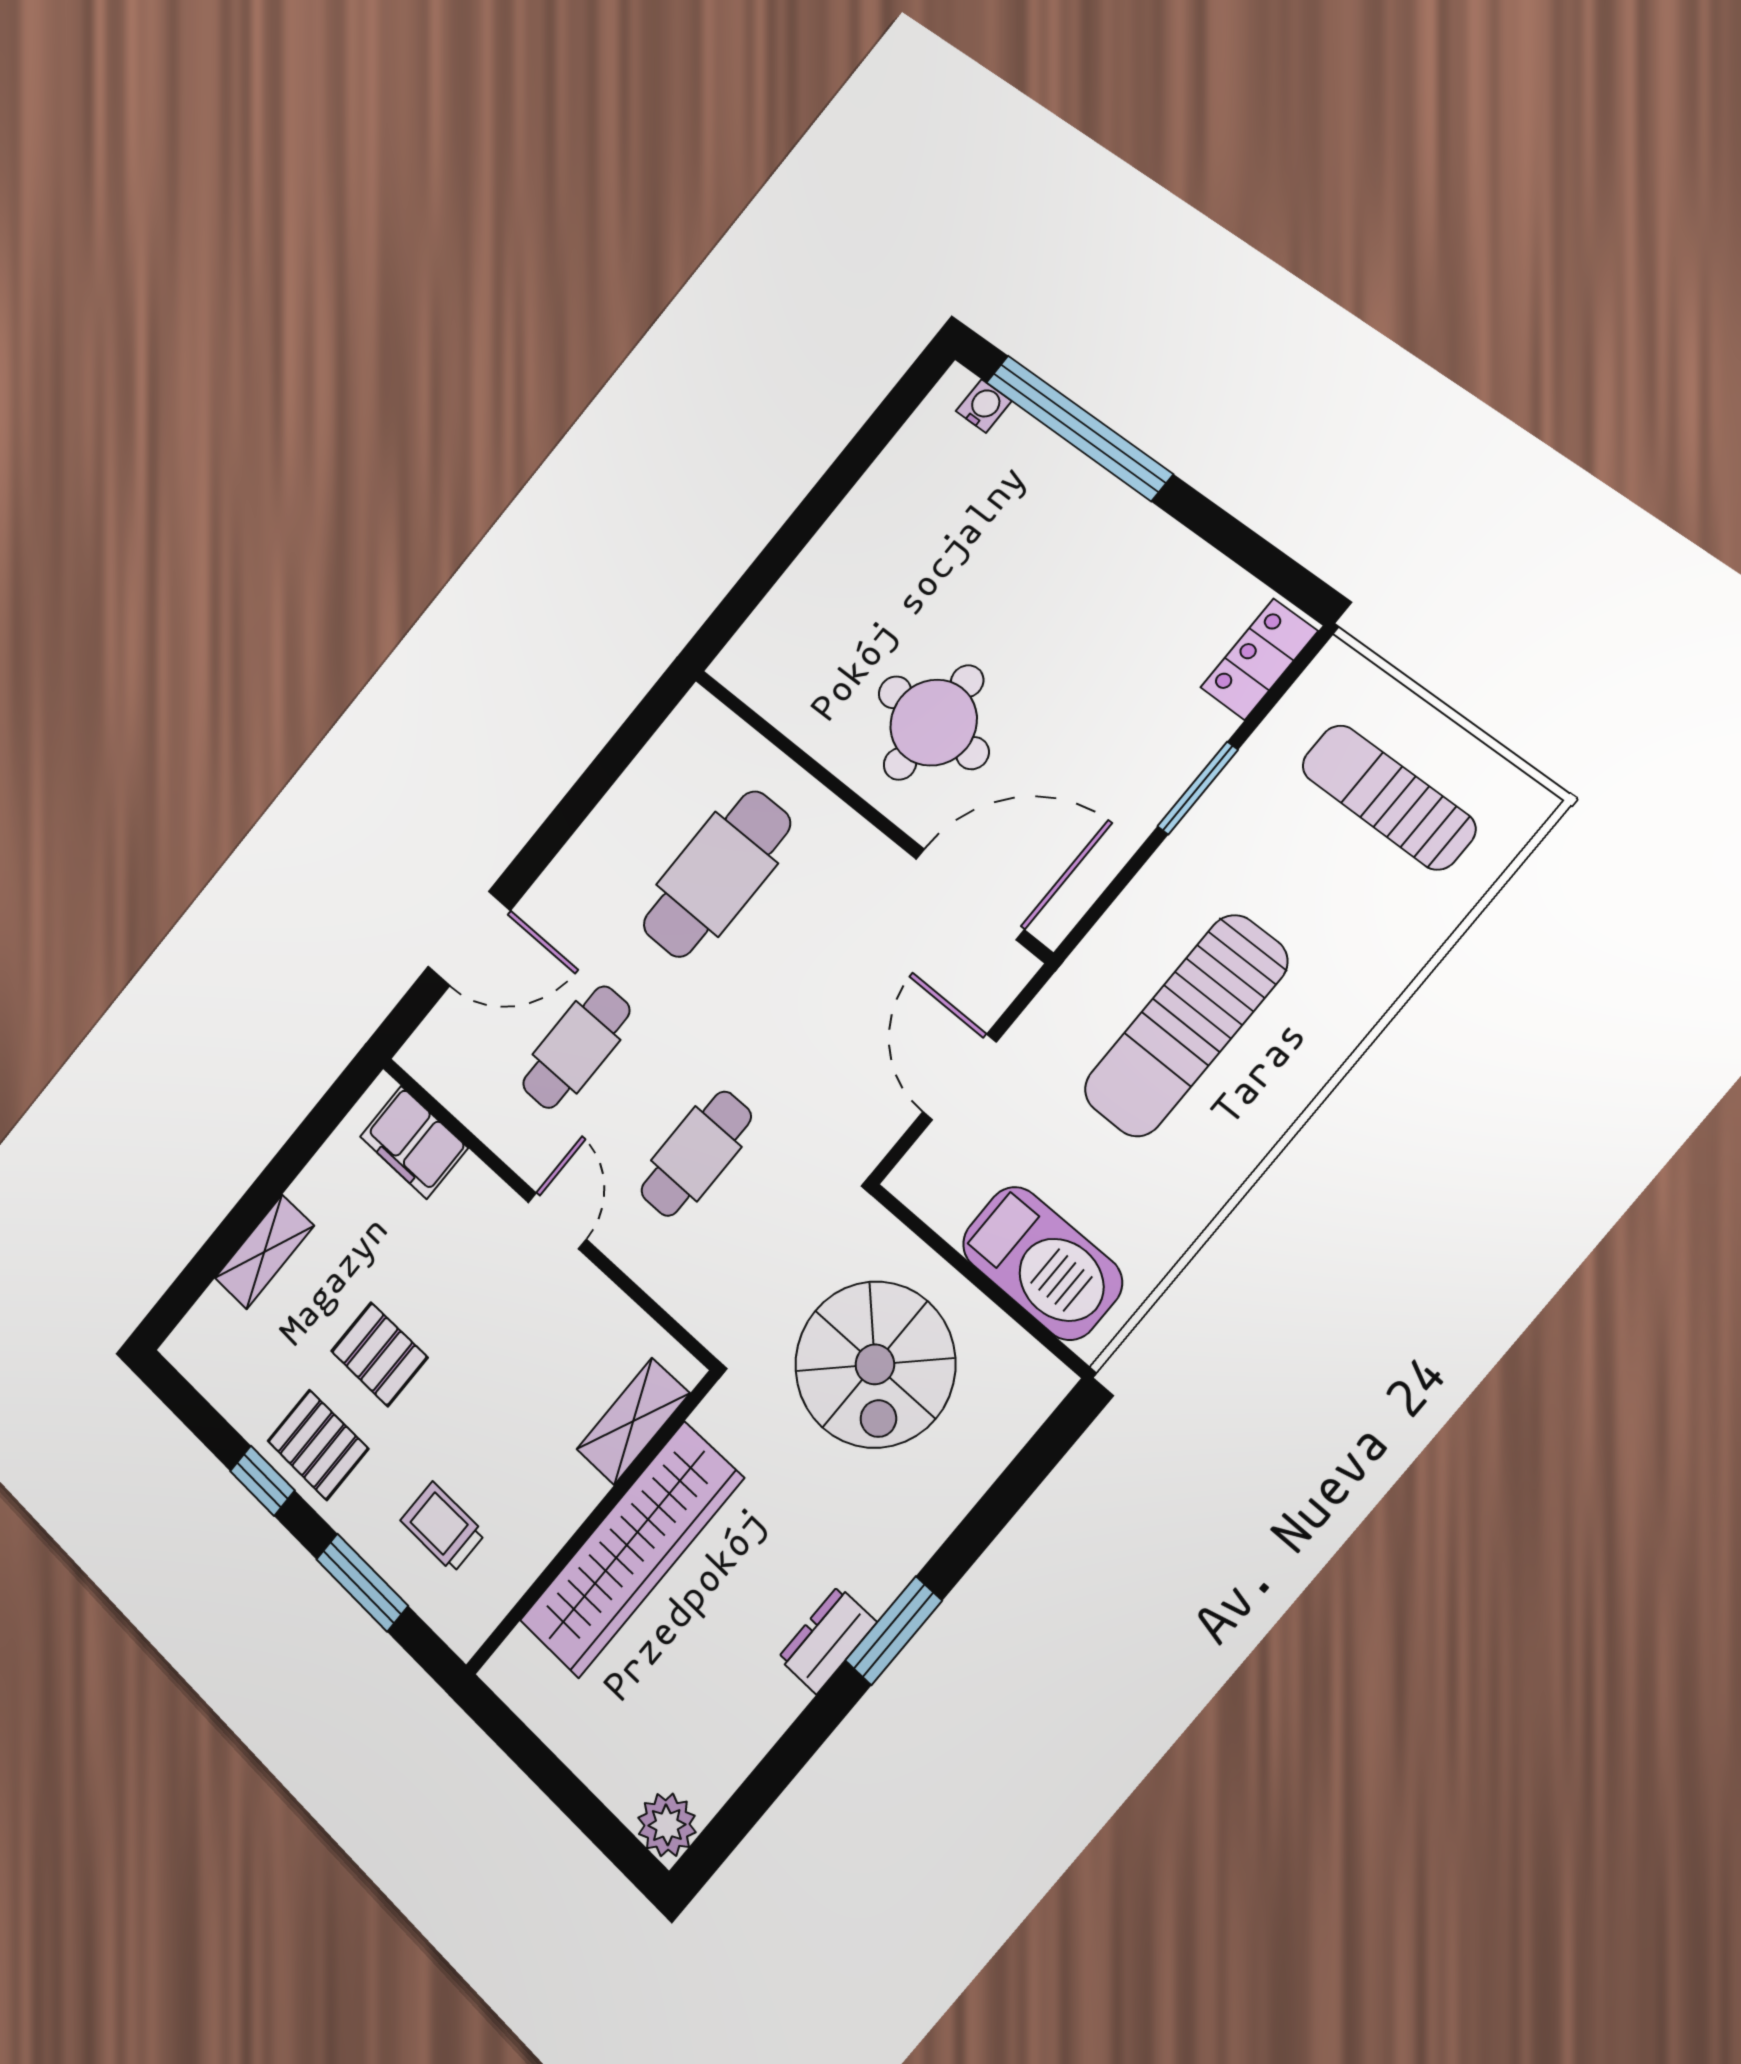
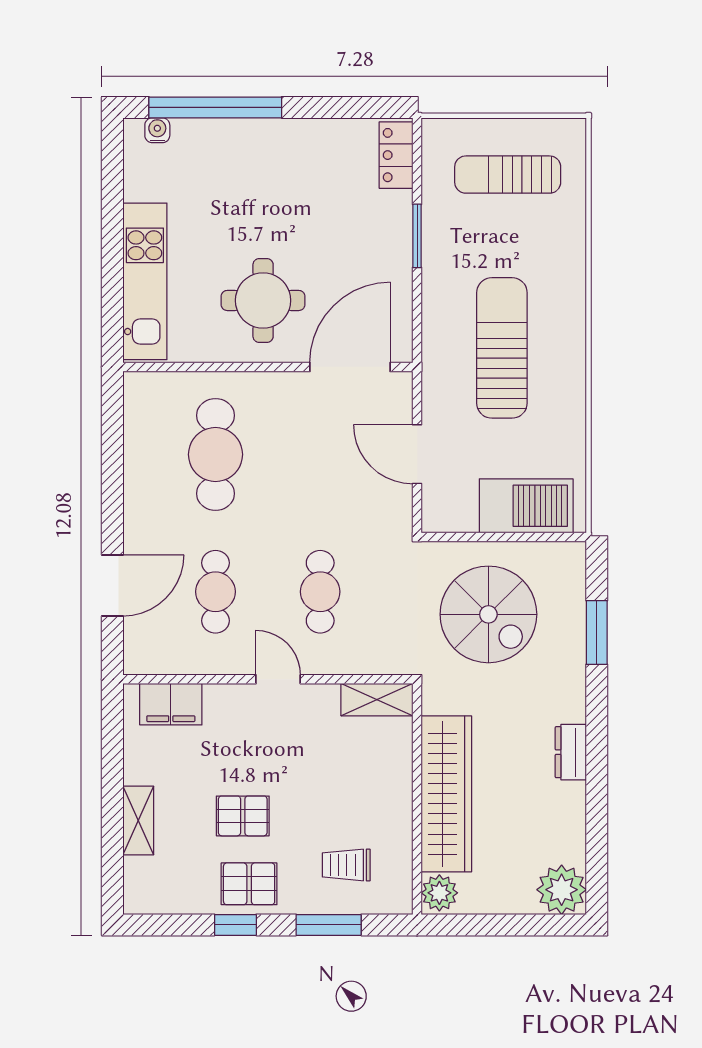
kitchen unit: (813, 588) -> (145, 281), added
sun lounger: (1186, 1026) -> (502, 348), turned 180
shelving: (633, 1421) -> (377, 700), moved, turned 90
window: (894, 1631) -> (597, 632), moved
plant: (519, 1668) -> (439, 893), added
plant: (667, 1825) -> (562, 890), width x1.36, depth x1.36

